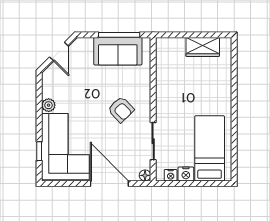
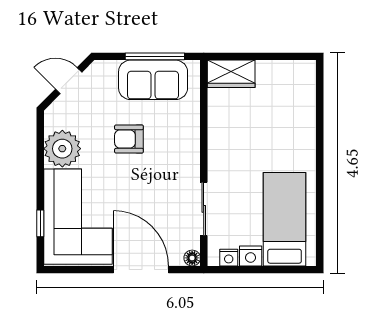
wardrobe: (203, 47) -> (231, 74), moved
door: (59, 52) -> (69, 81), swing flipped
plant: (49, 105) -> (62, 149), width x1.87, depth x1.87
armchair: (121, 109) -> (129, 139), moved, turned 134

